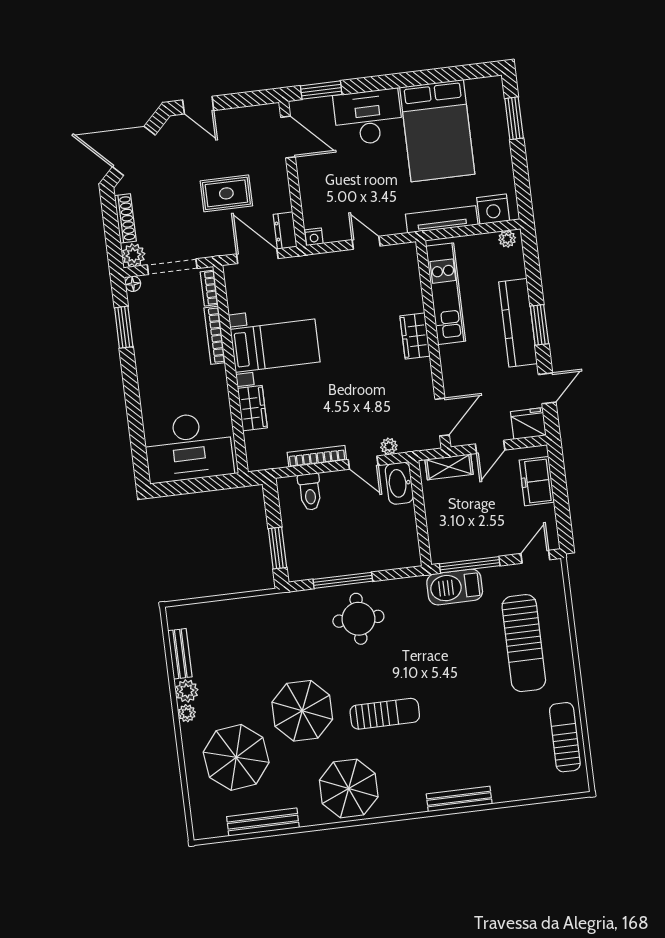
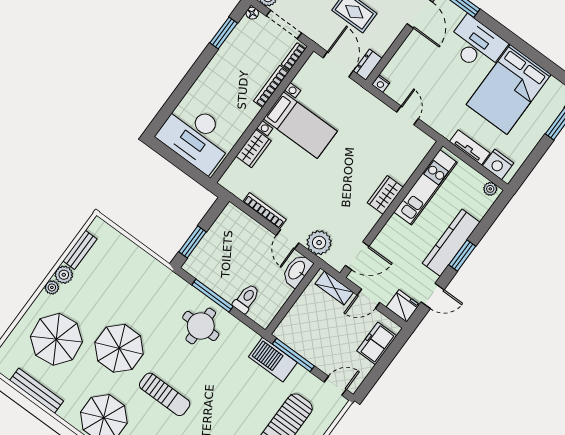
tv unit: (442, 219) -> (470, 147), width x0.71
plant: (389, 446) -> (319, 243), width x1.88, depth x1.88
toilet: (310, 492) -> (246, 299), moved, turned 180

